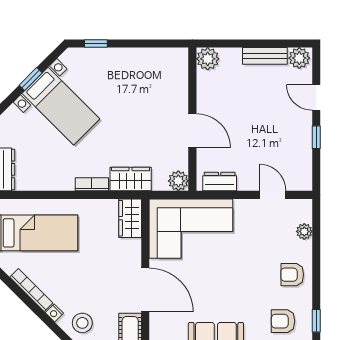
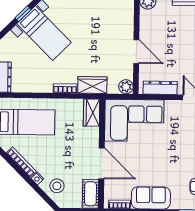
dresser: (220, 182) -> (160, 88), width x1.44

